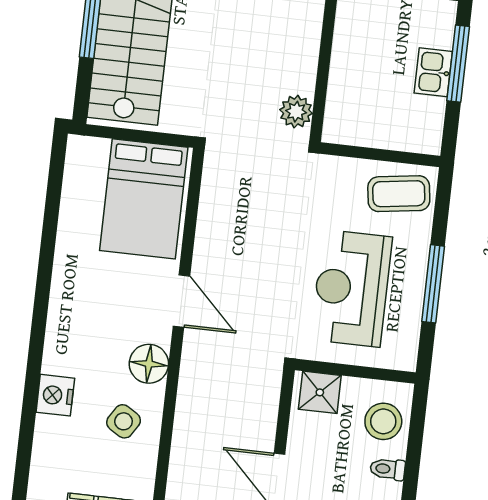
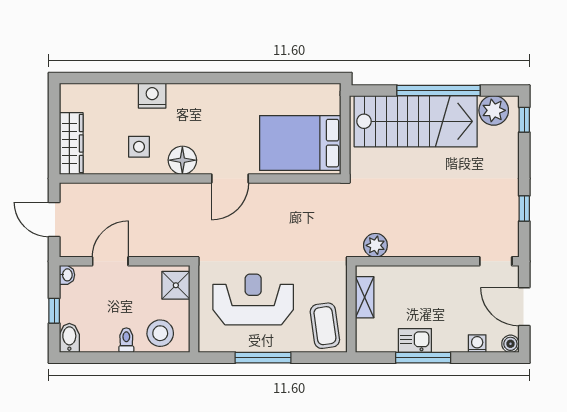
shelving: (366, 134) -> (365, 297), added
side table: (124, 421) -> (139, 147), turned -32

